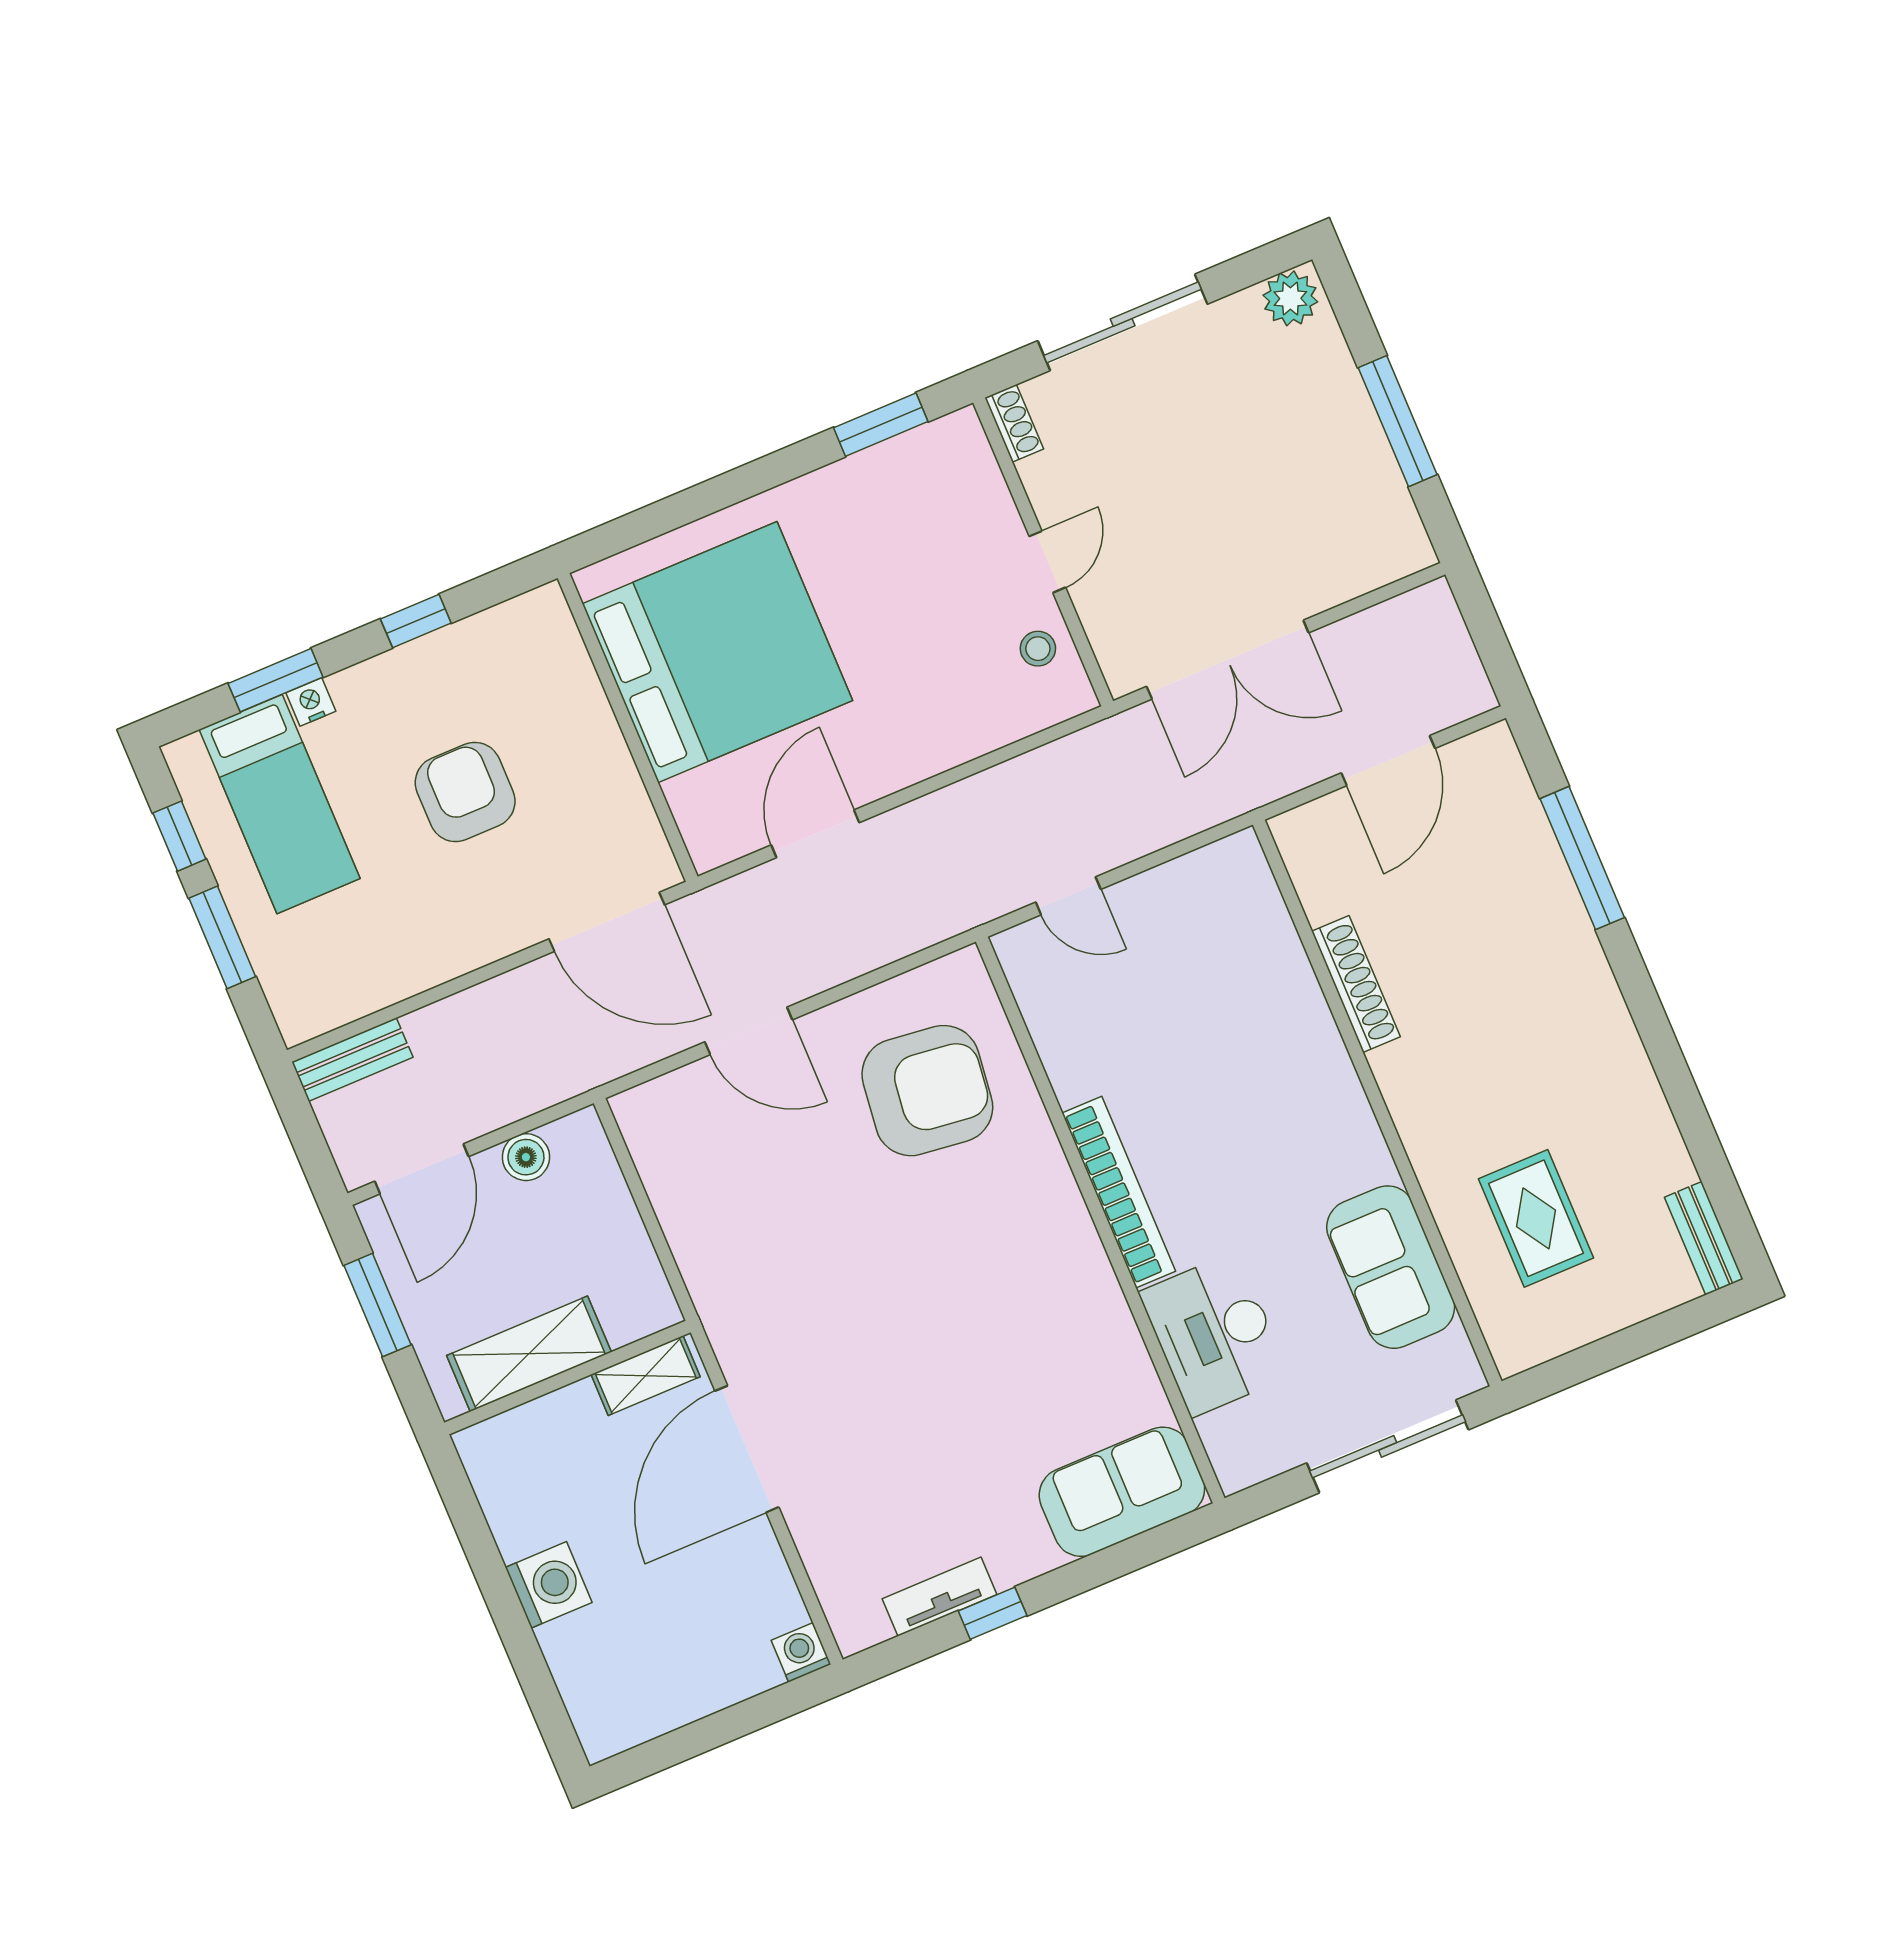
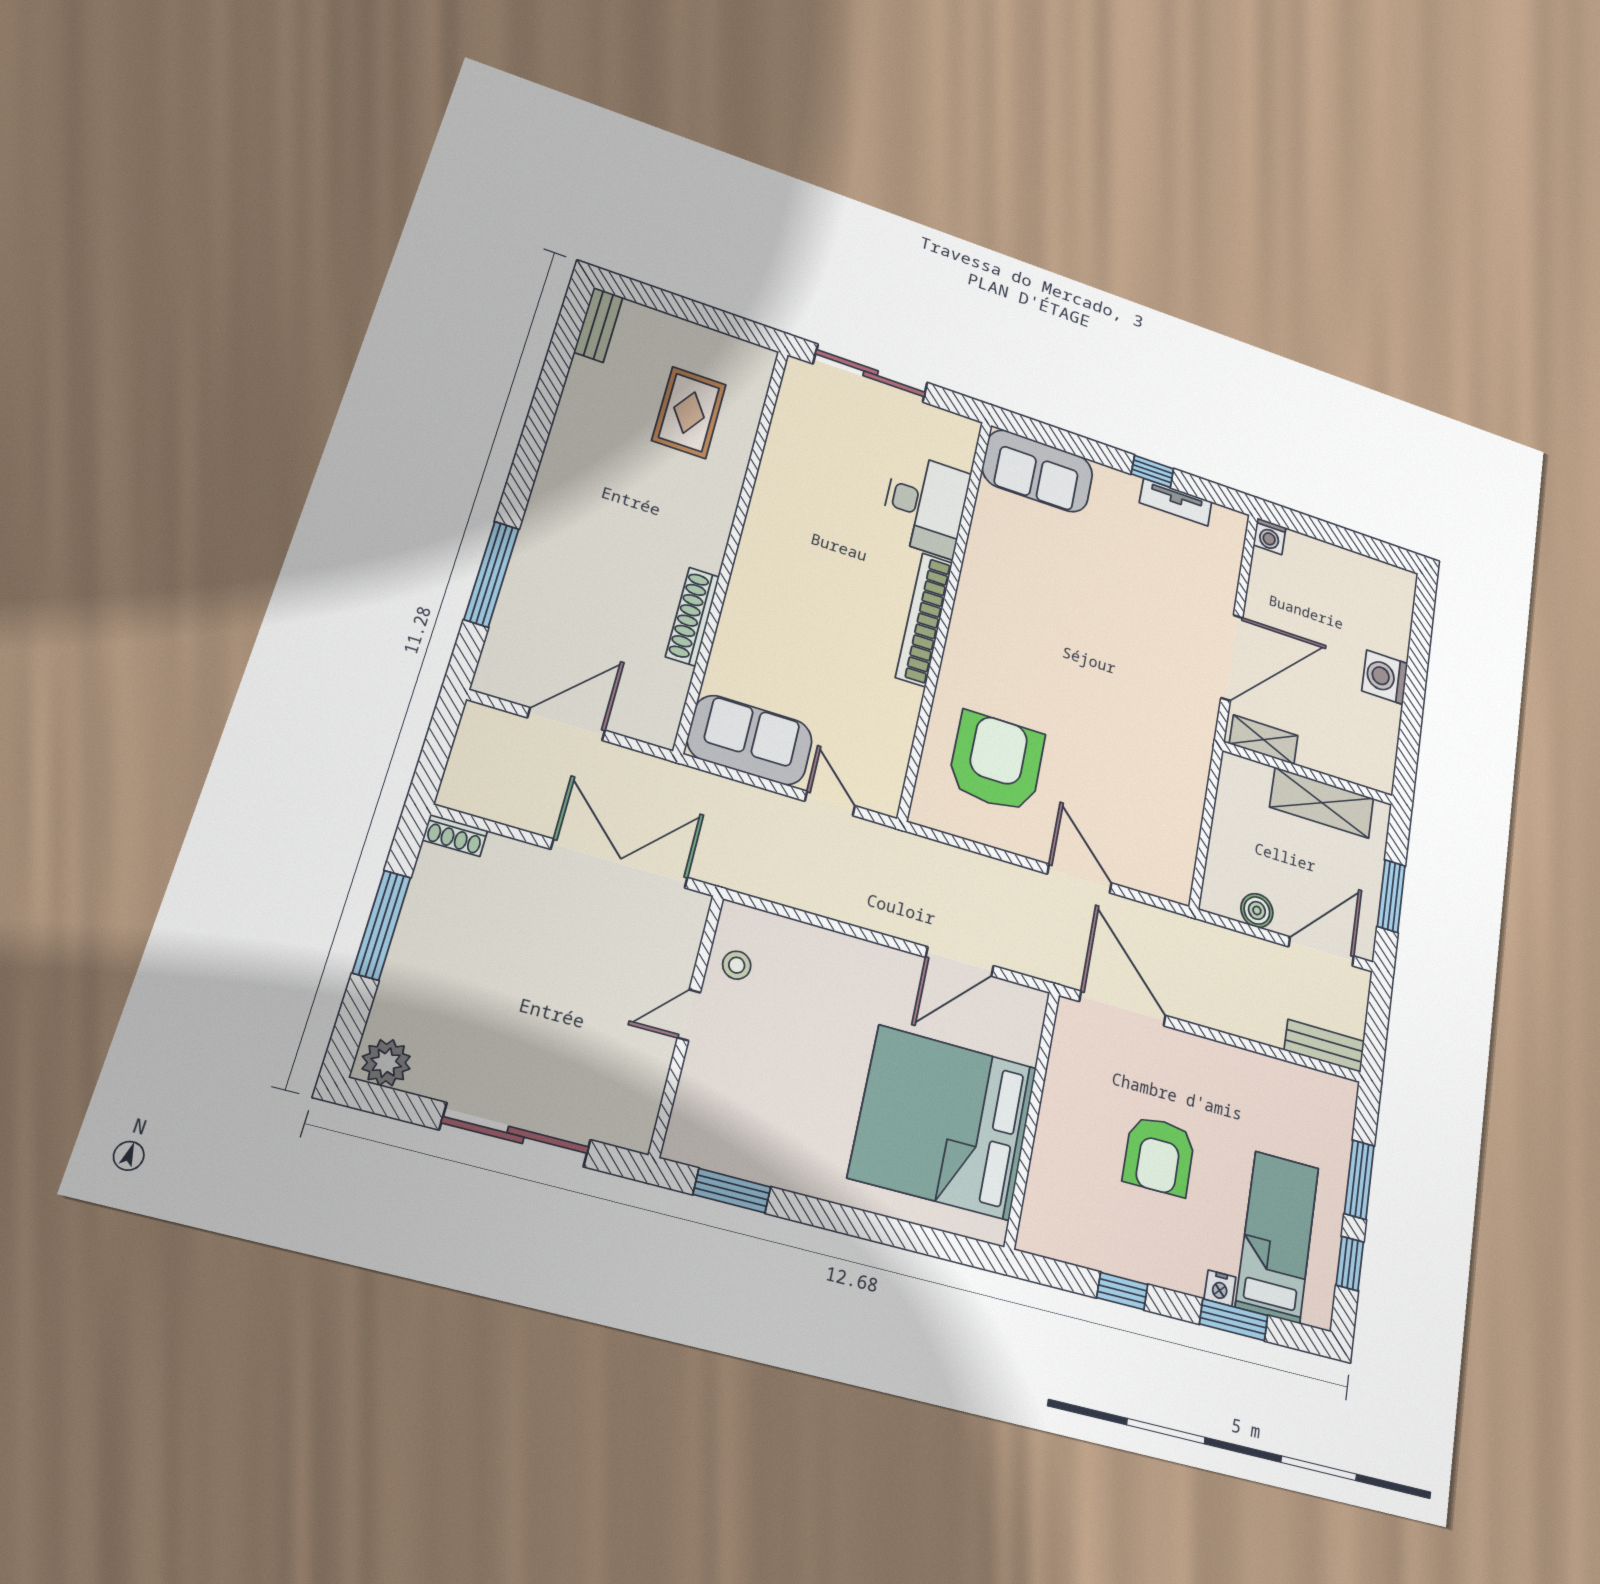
shoe rack: (1014, 423) -> (455, 835), moved, turned -90
armchair: (927, 1091) -> (996, 762), turned 83
sofa: (1391, 1267) -> (750, 740), moved, turned -90

